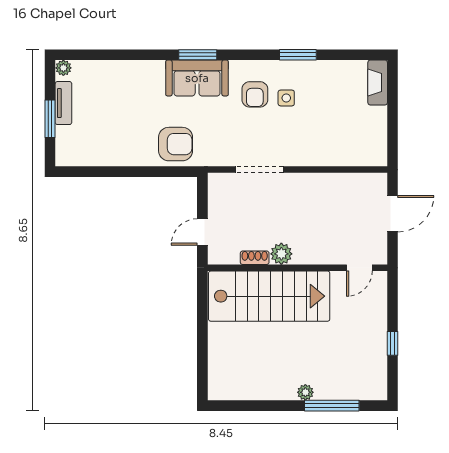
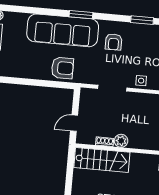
sofa: (197, 78) -> (63, 30), width x1.85, depth x1.27
side table: (286, 98) -> (141, 81), moved
stairs: (269, 296) -> (102, 160), width x0.73, depth x0.66

